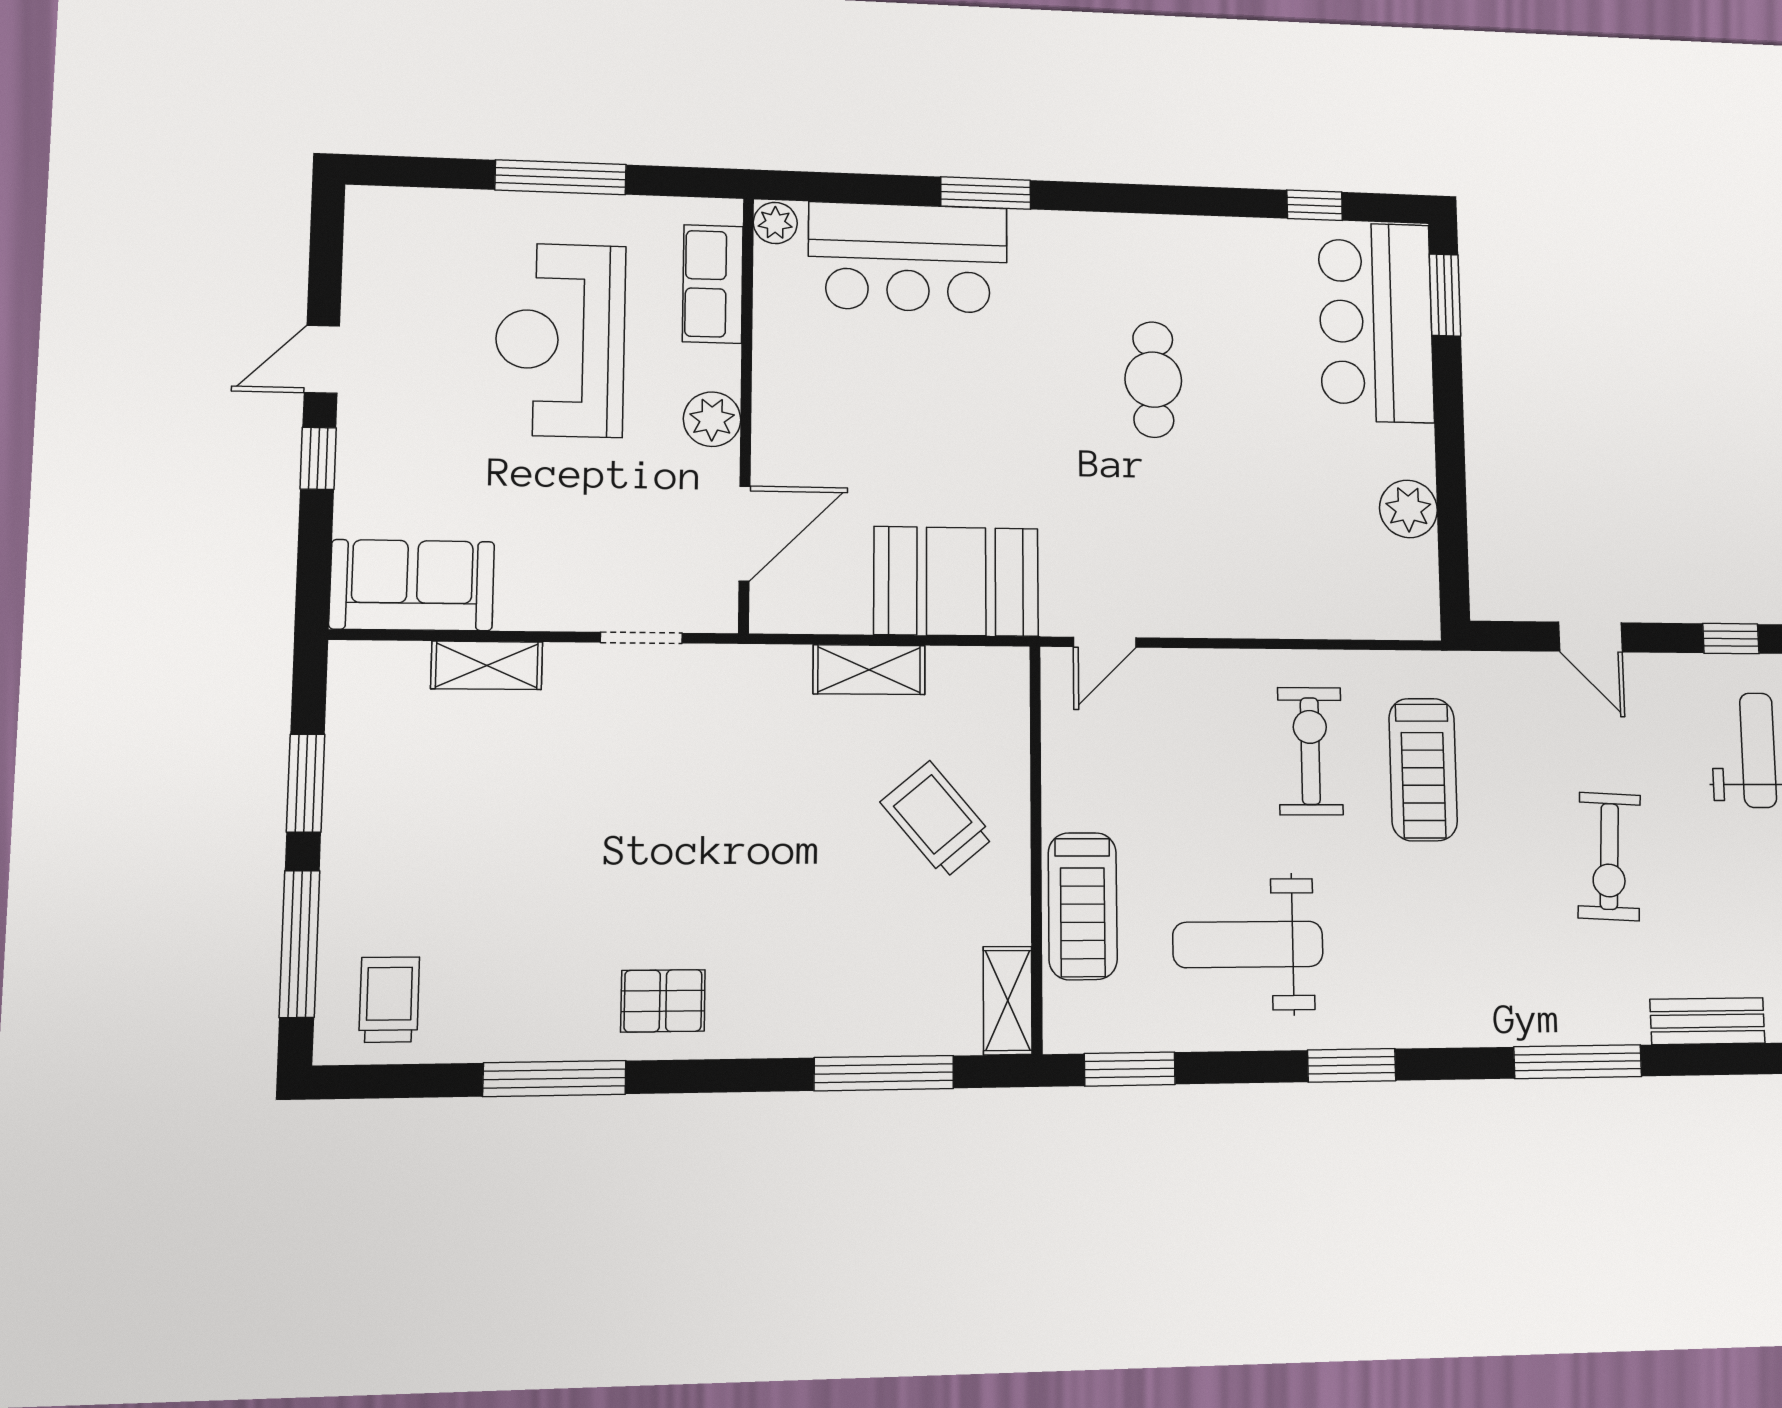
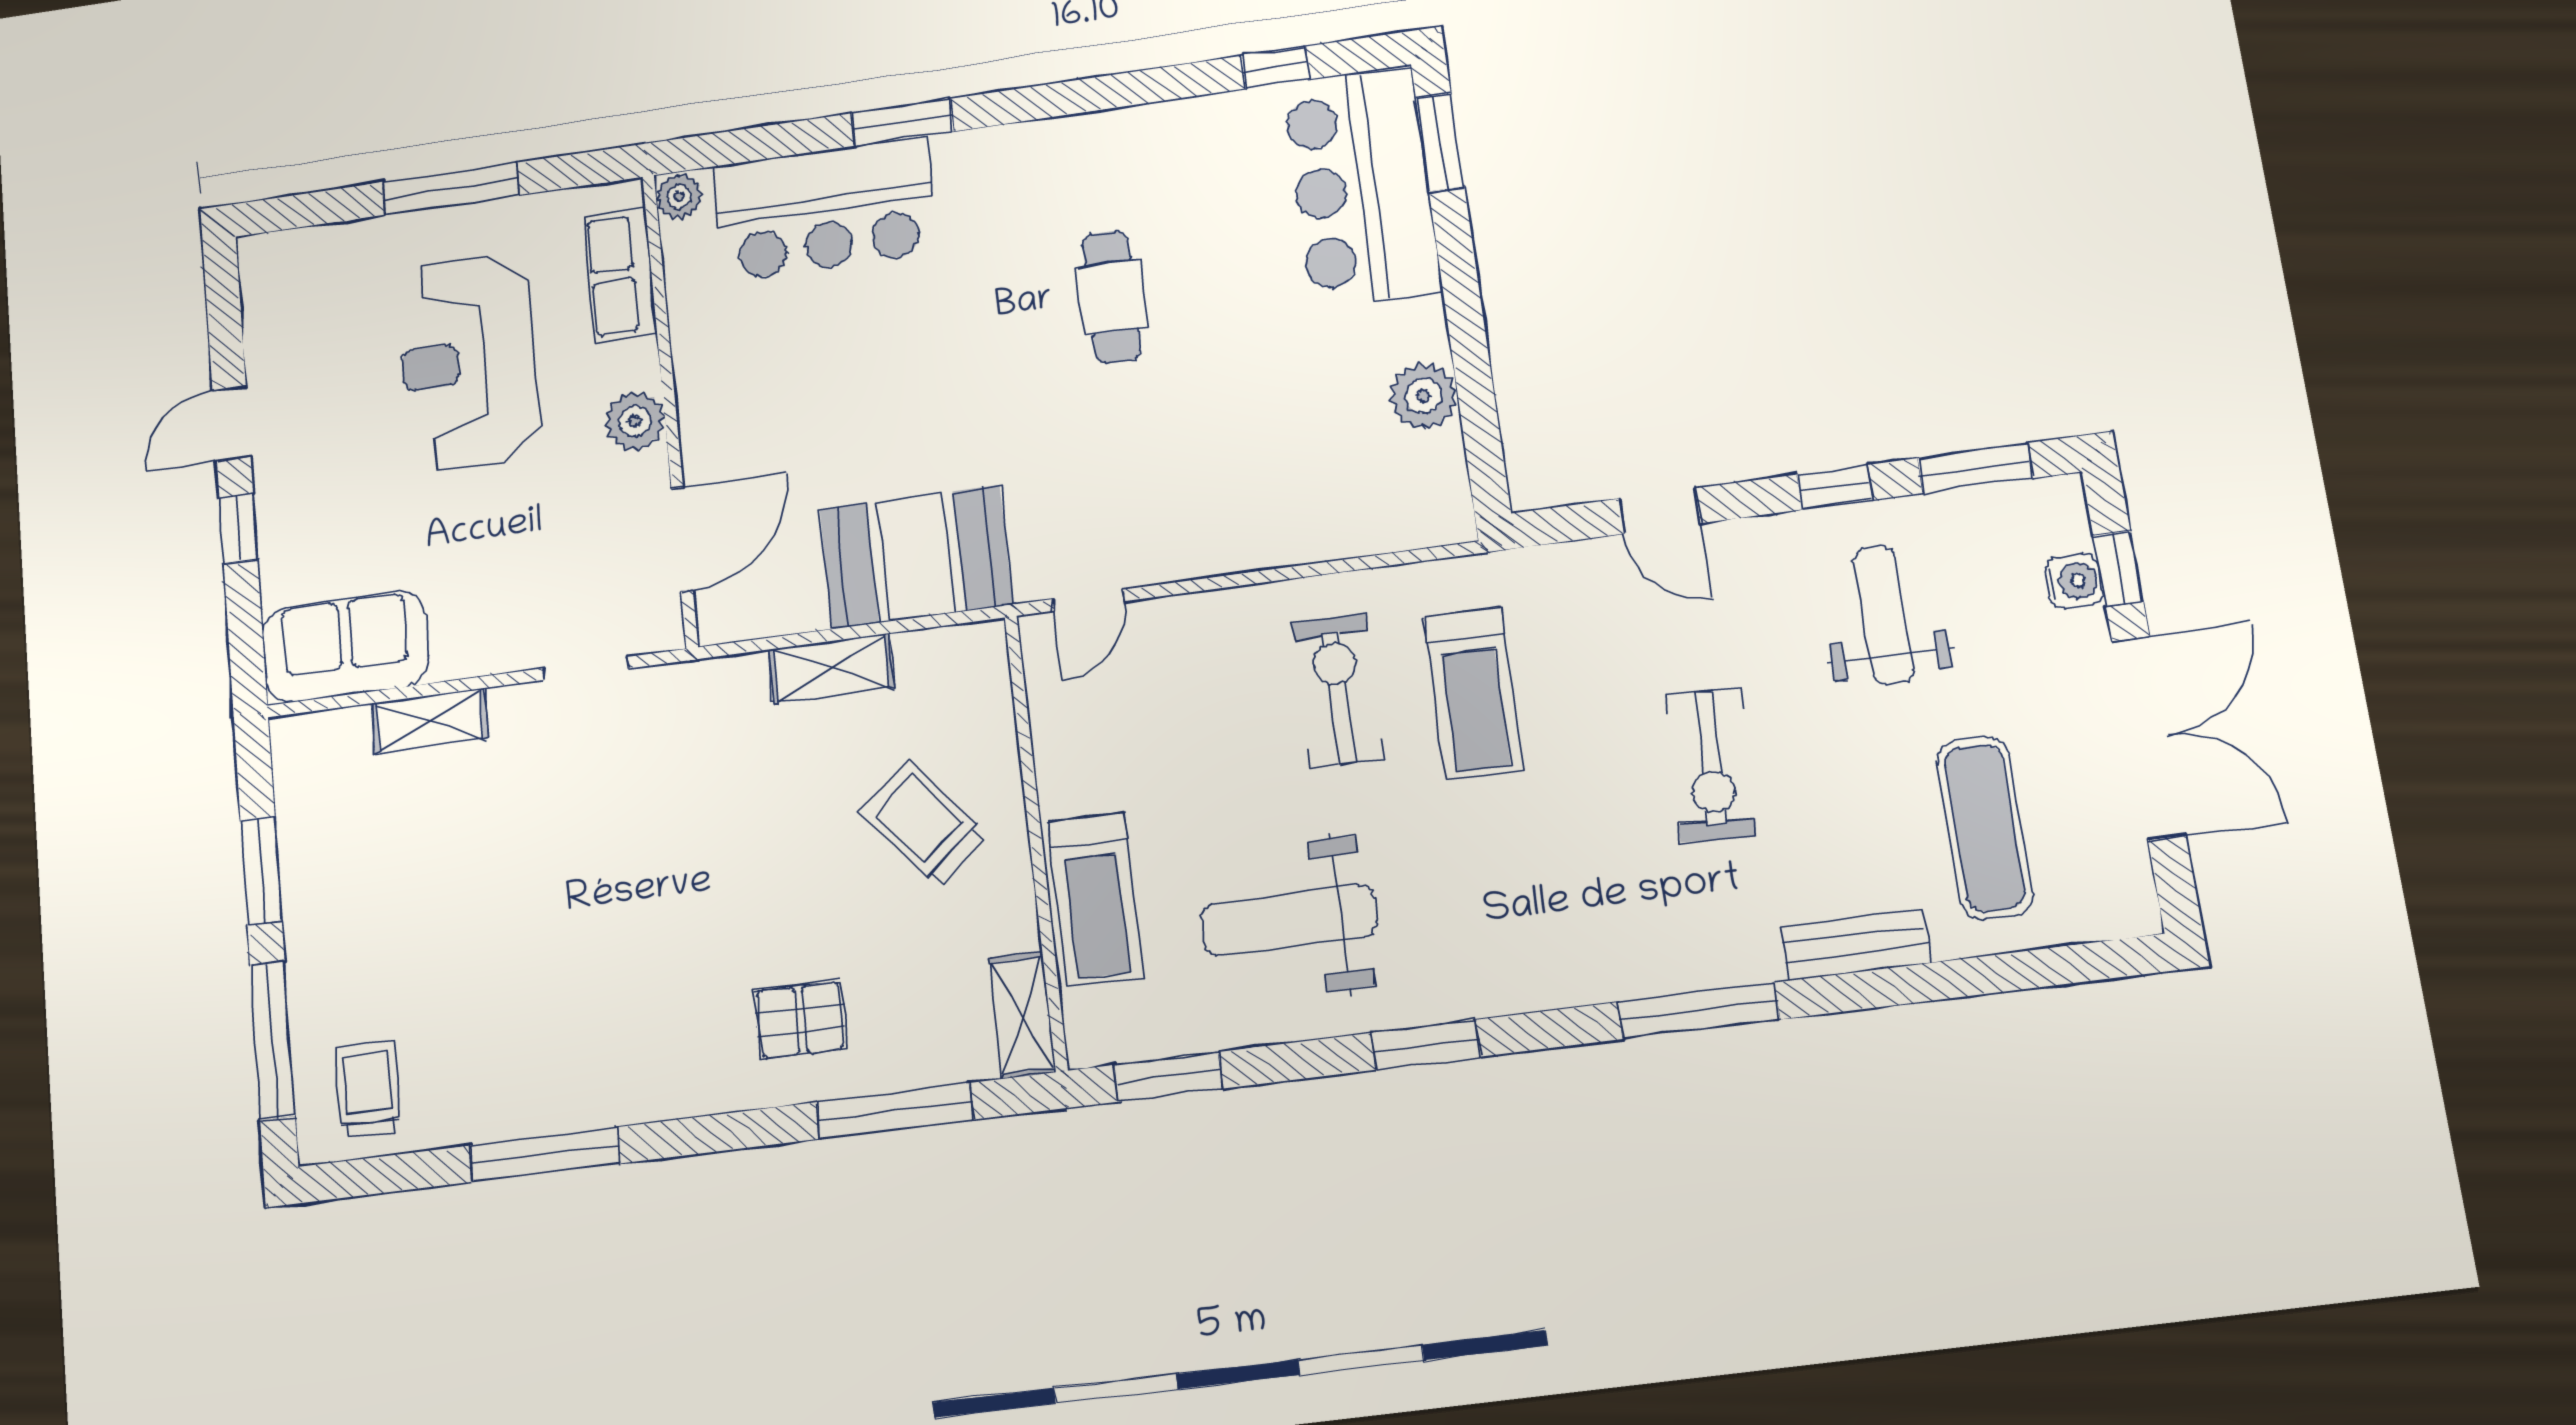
pallet: (663, 1001) -> (801, 1020), moved

